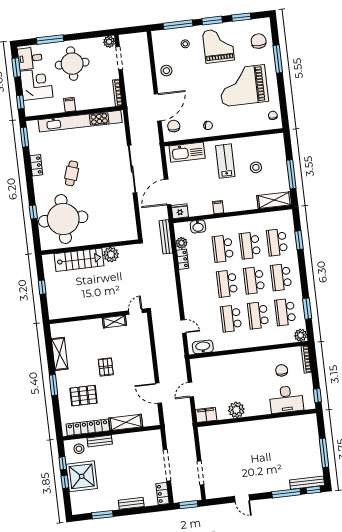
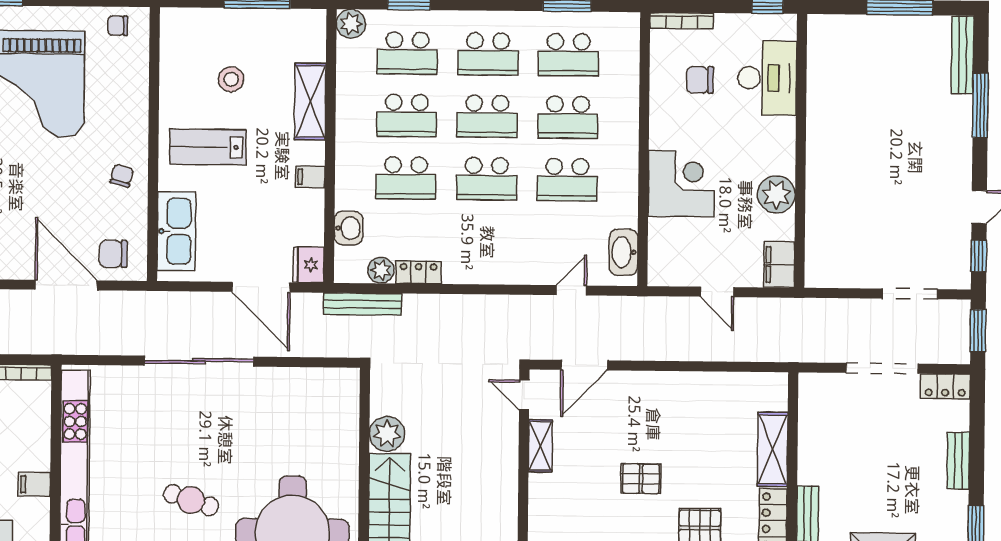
shelving: (274, 200) -> (310, 102), moved
plant: (301, 335) -> (351, 24), moved
corner desk: (236, 368) -> (681, 184), added
door: (158, 393) -> (584, 365), moved
window: (313, 490) -> (979, 256), moved

